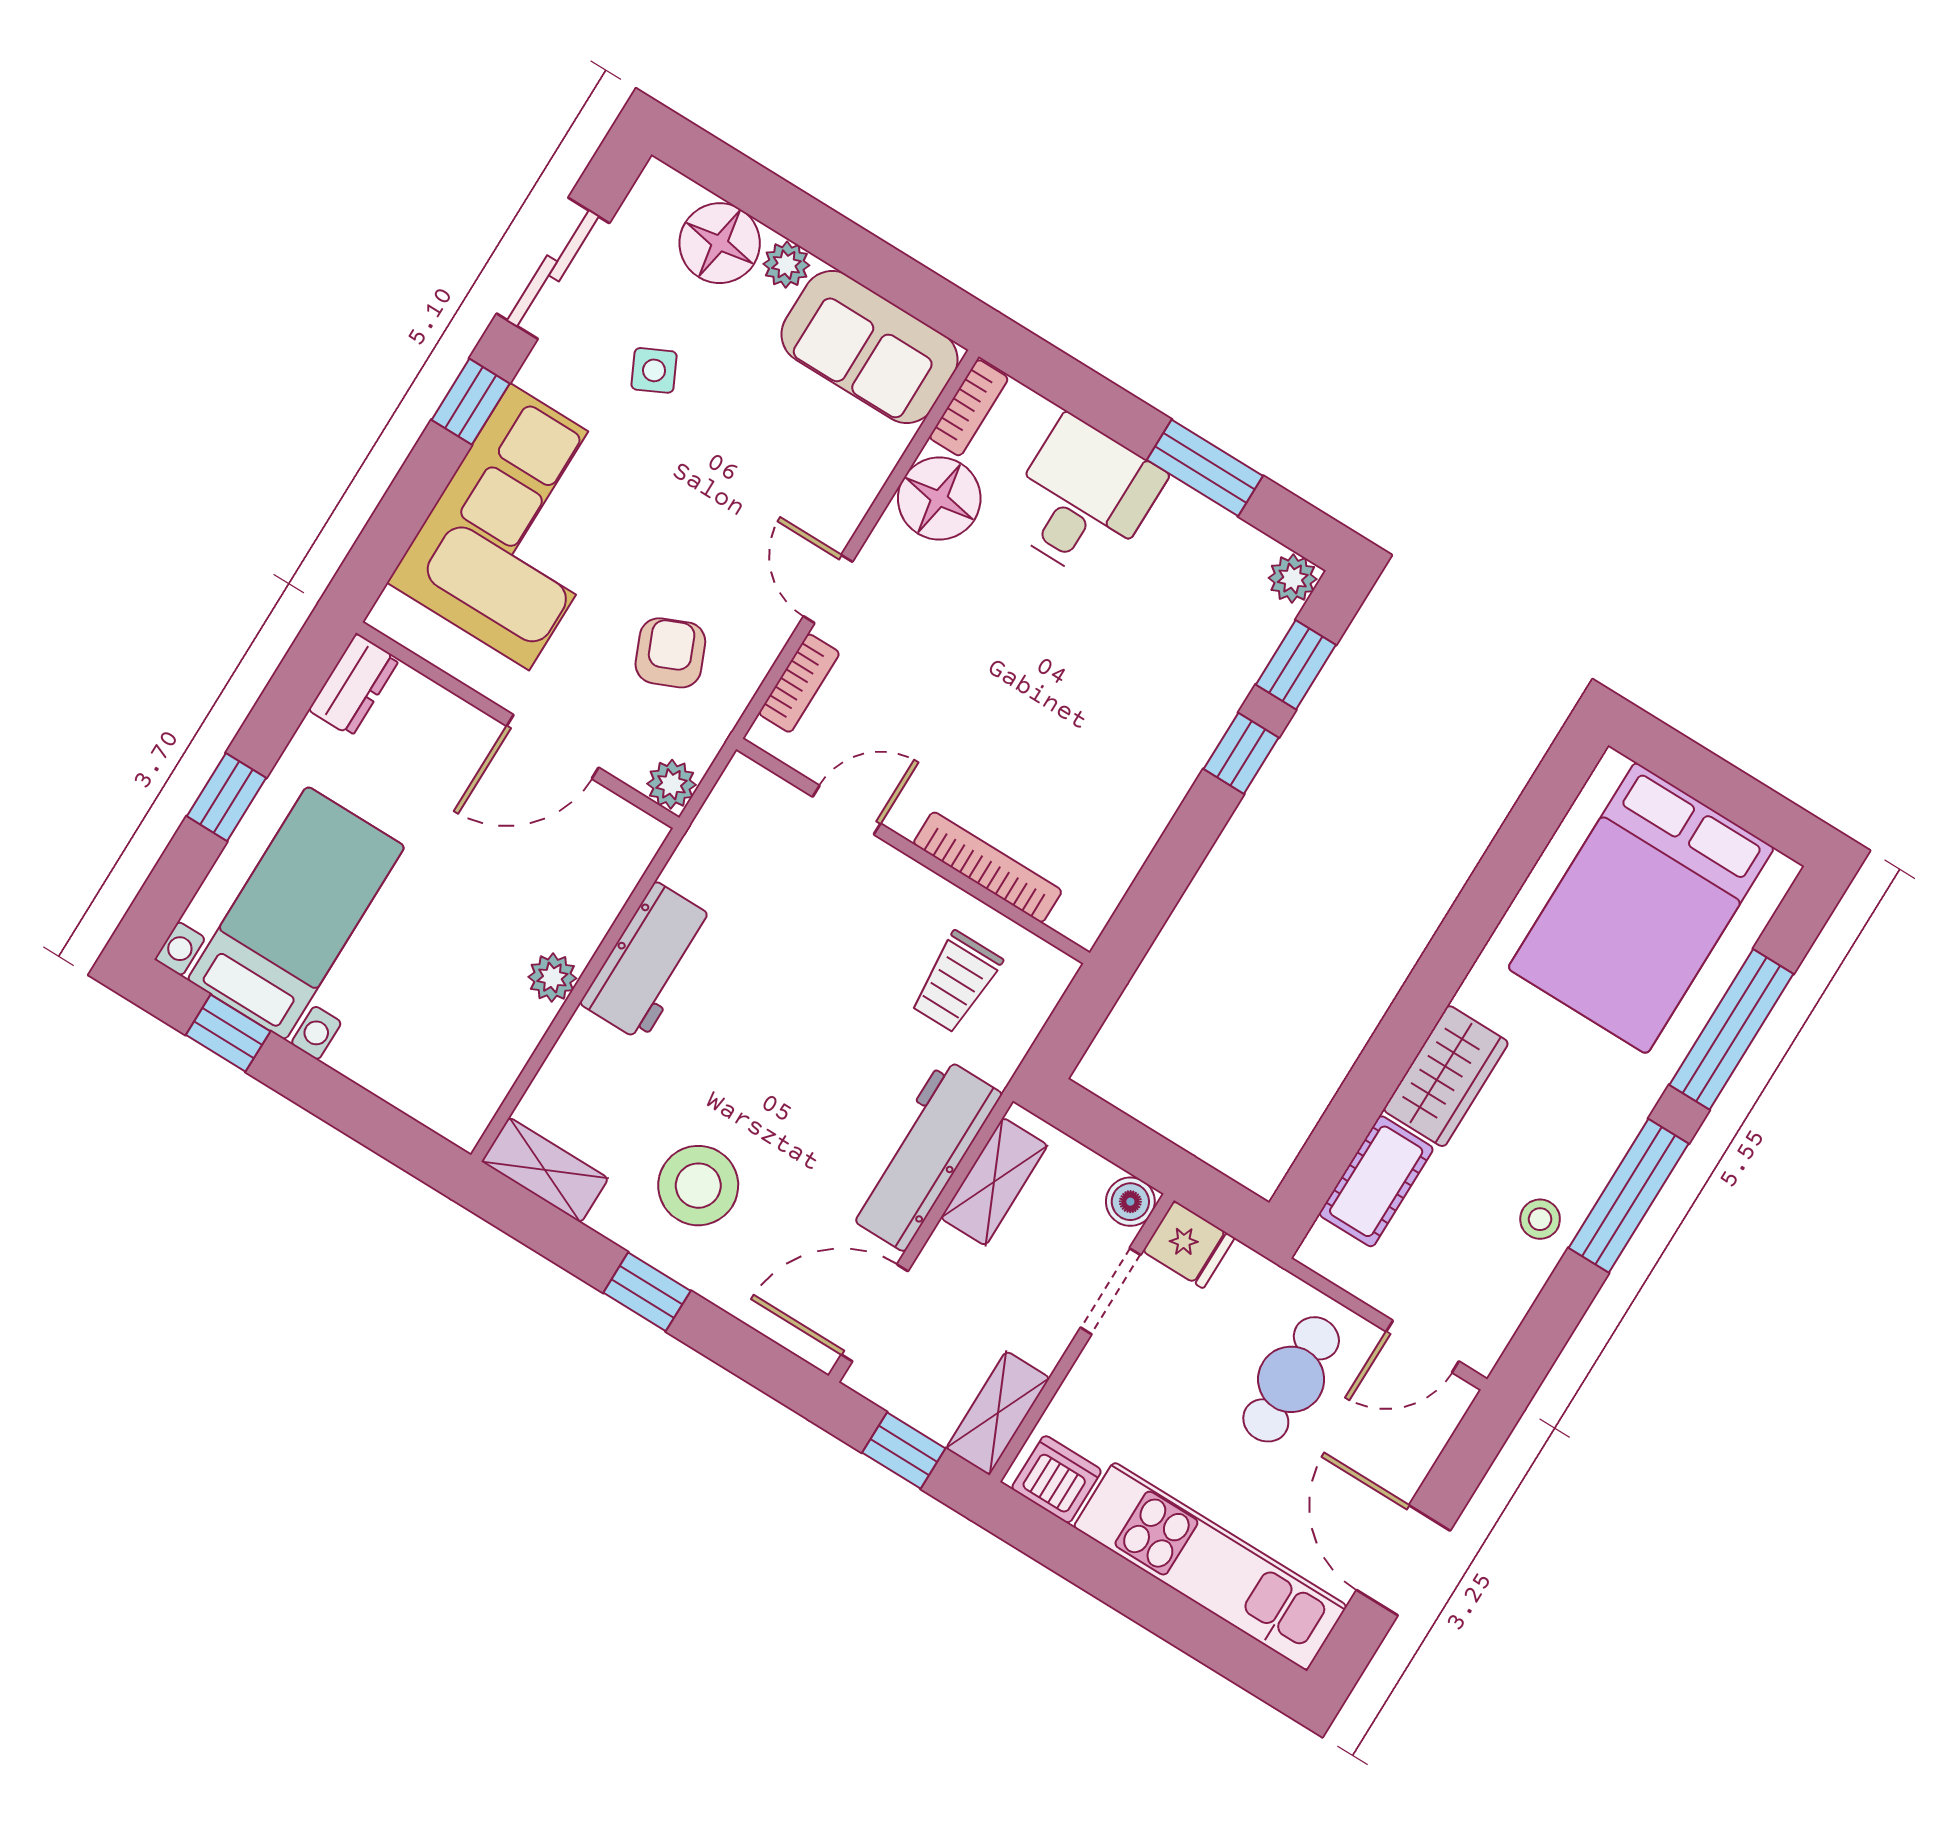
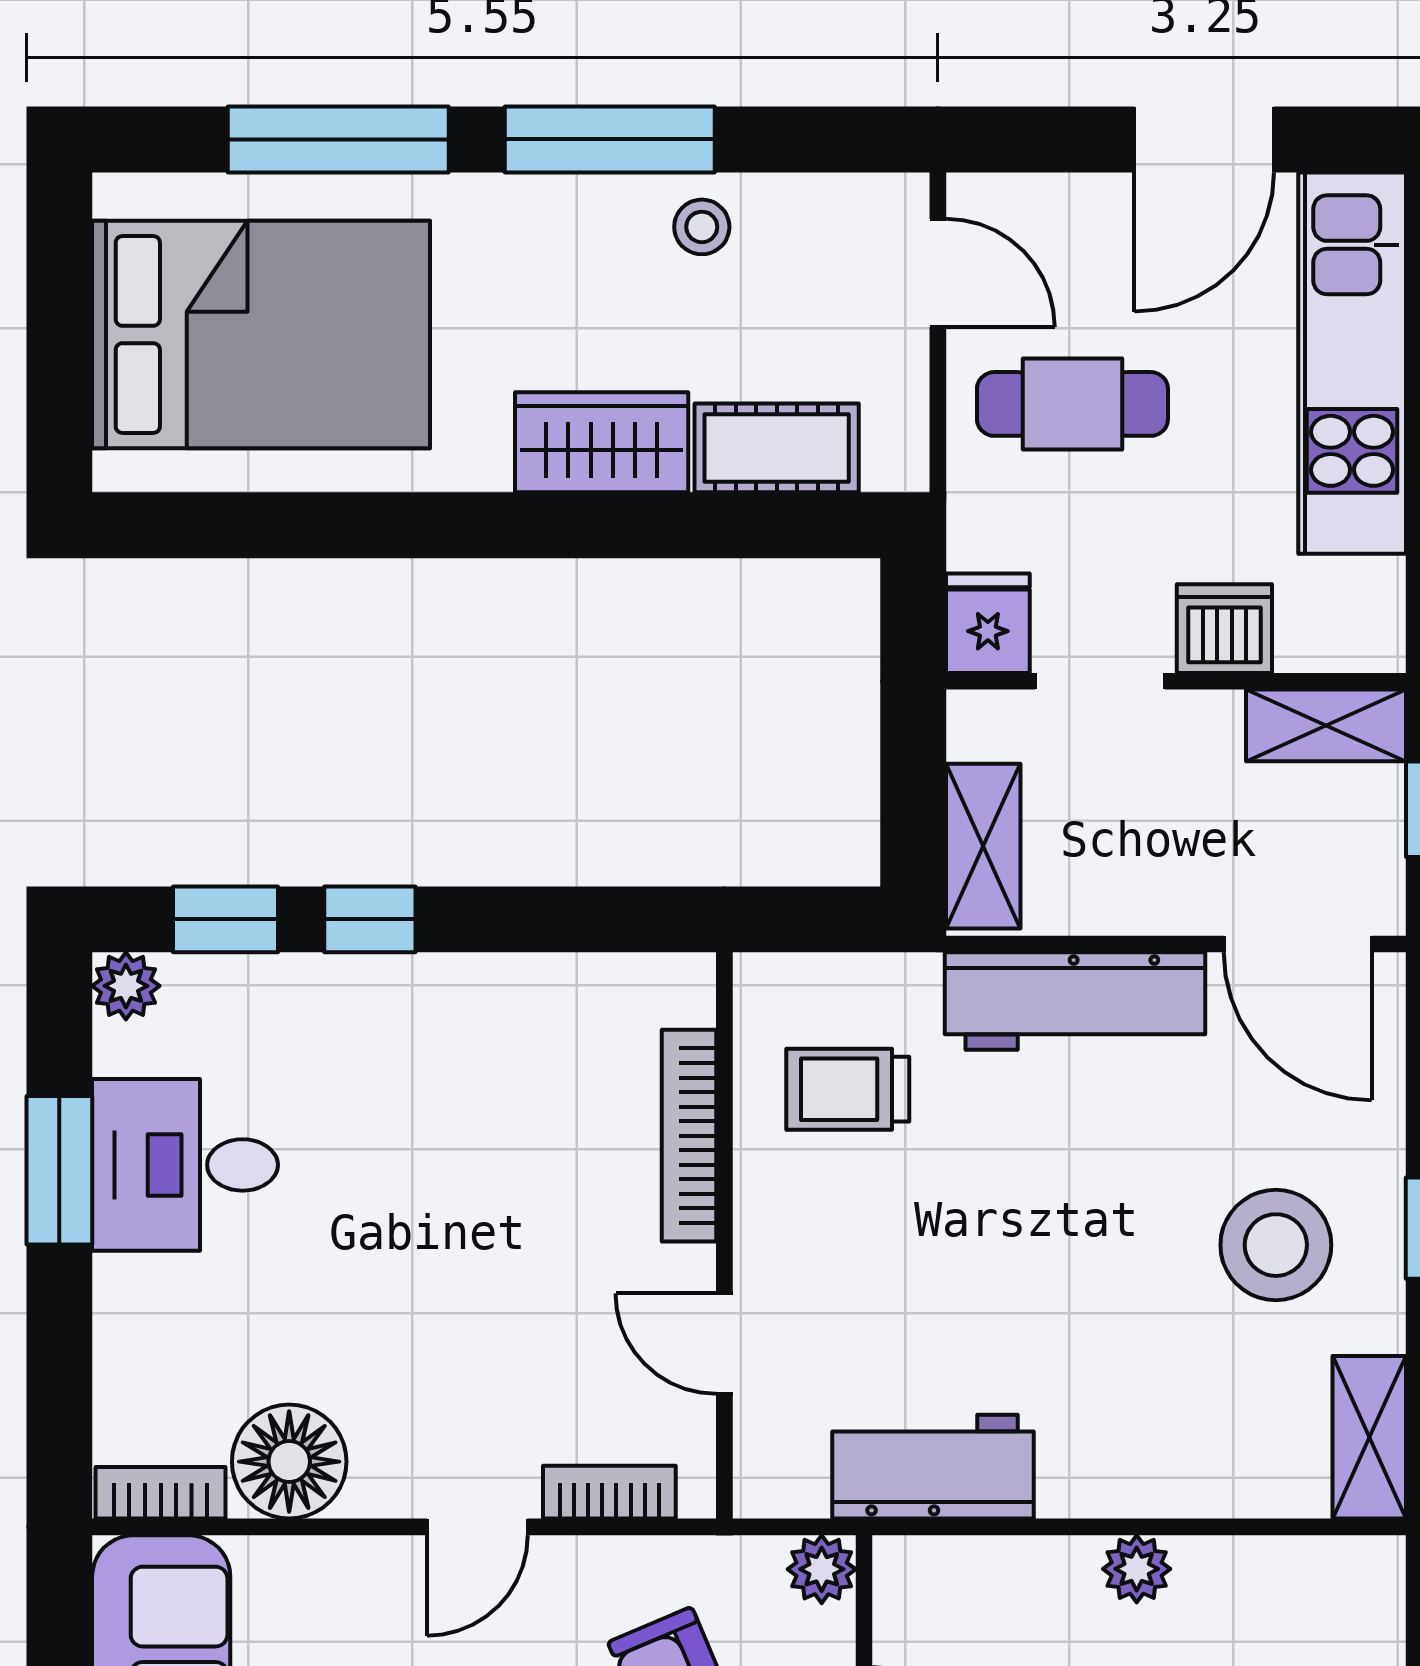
desk: (1083, 499) -> (185, 1165), moved
workbench: (649, 962) -> (933, 1467), moved
trolley: (956, 982) -> (848, 1089), turned 180
shelving: (994, 1182) -> (983, 846), moved, turned 90
boiler: (1130, 1202) -> (980, 723), removed
dishwasher: (1057, 1479) -> (1224, 629), moved, turned 90

